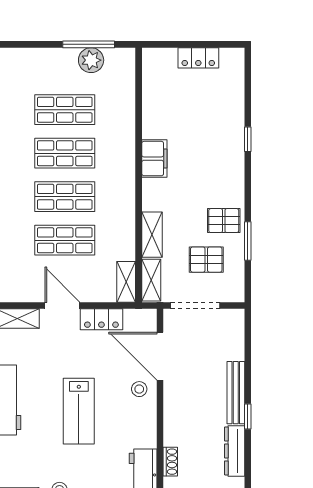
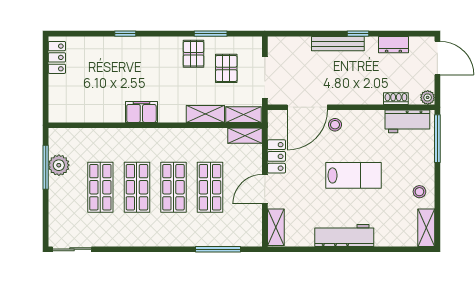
locker: (198, 58) -> (57, 57), moved
dresser: (235, 451) -> (393, 45), width x0.70

